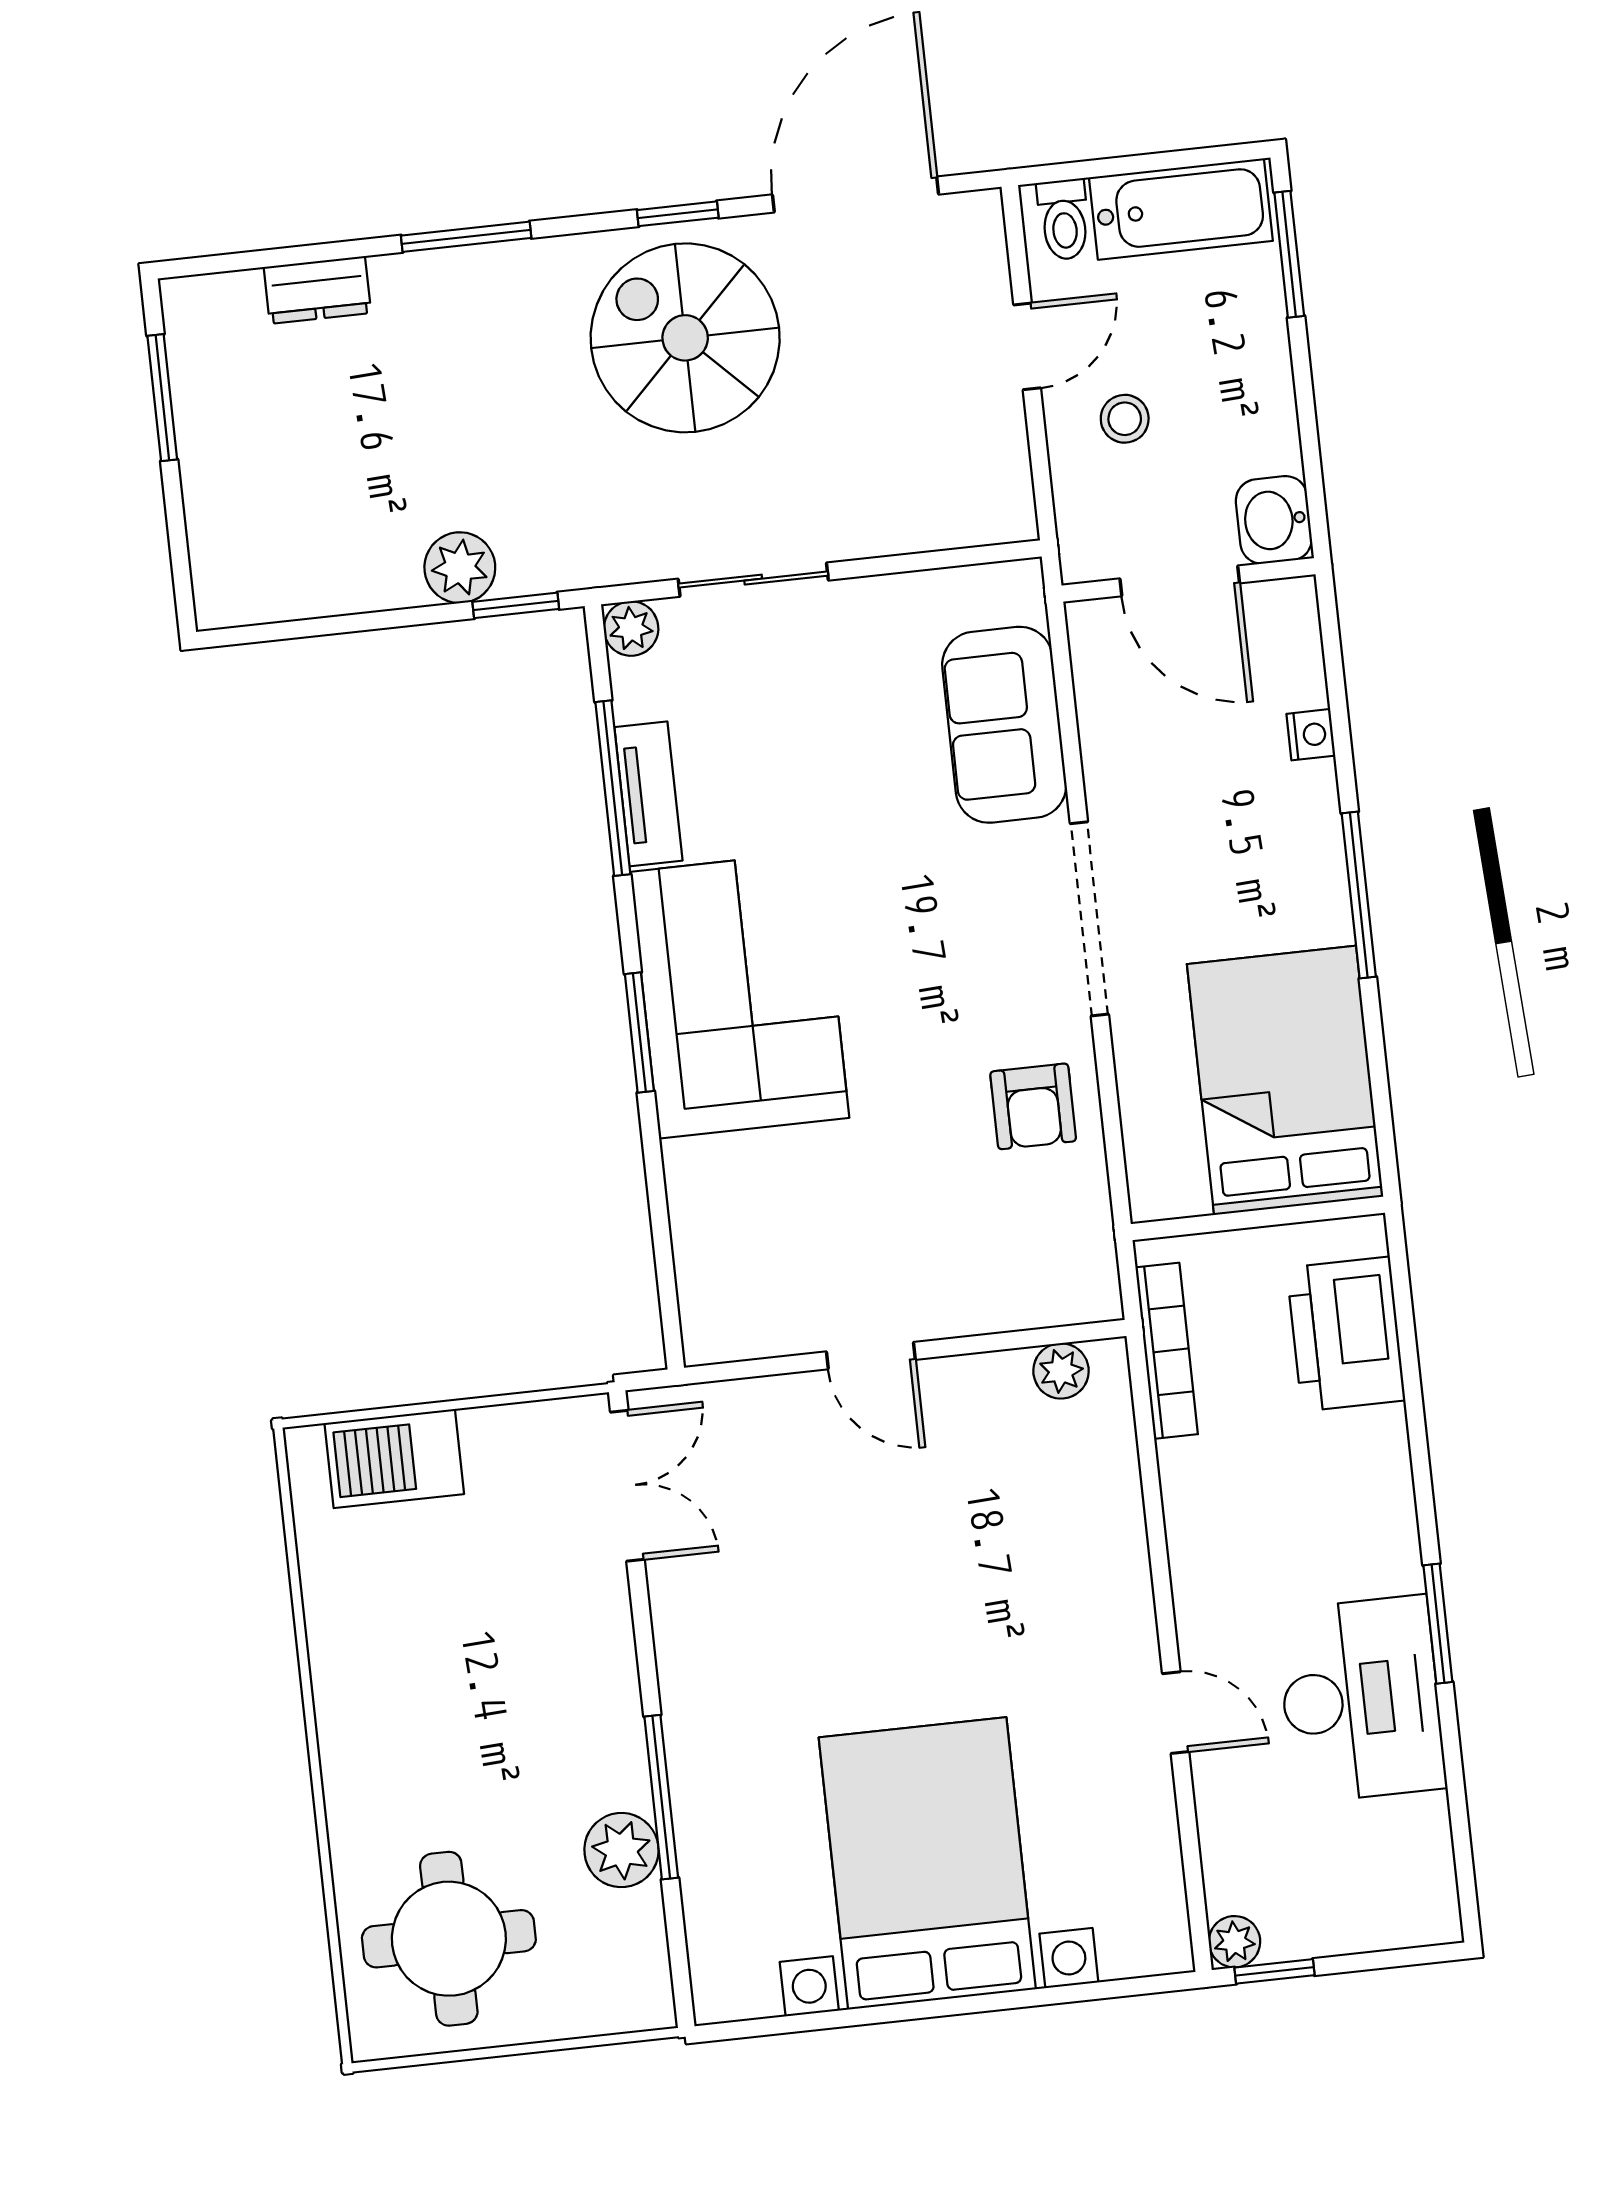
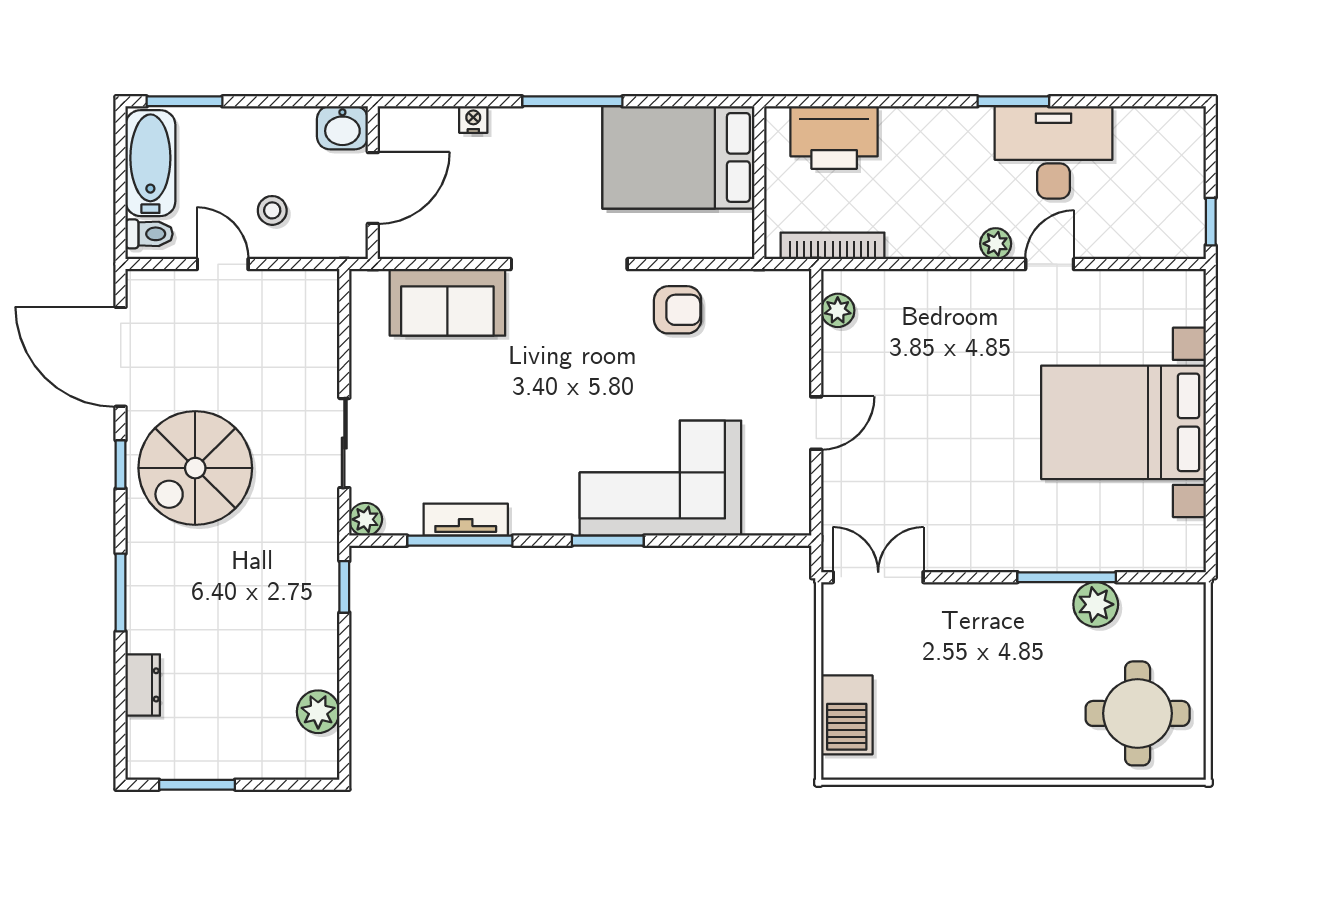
plant: (460, 568) -> (318, 712), moved
corner sofa: (740, 995) -> (660, 478), moved
plant: (1234, 1942) -> (996, 244), moved

